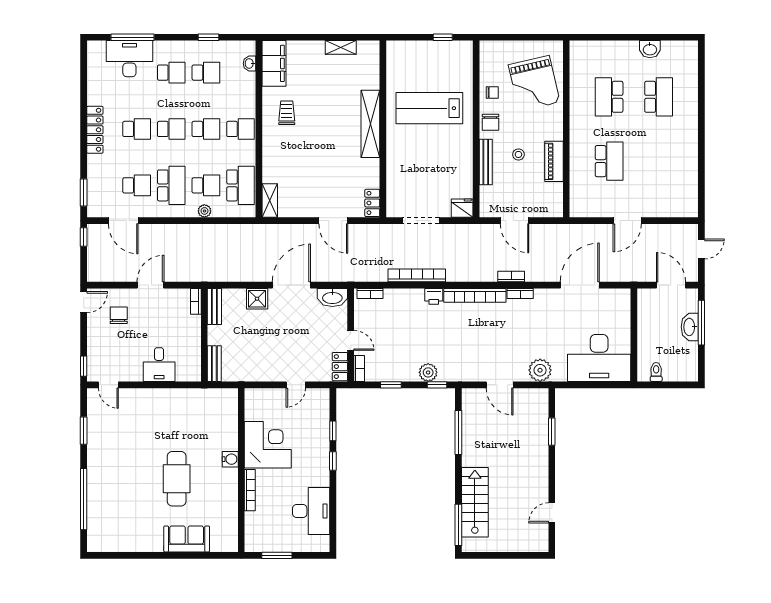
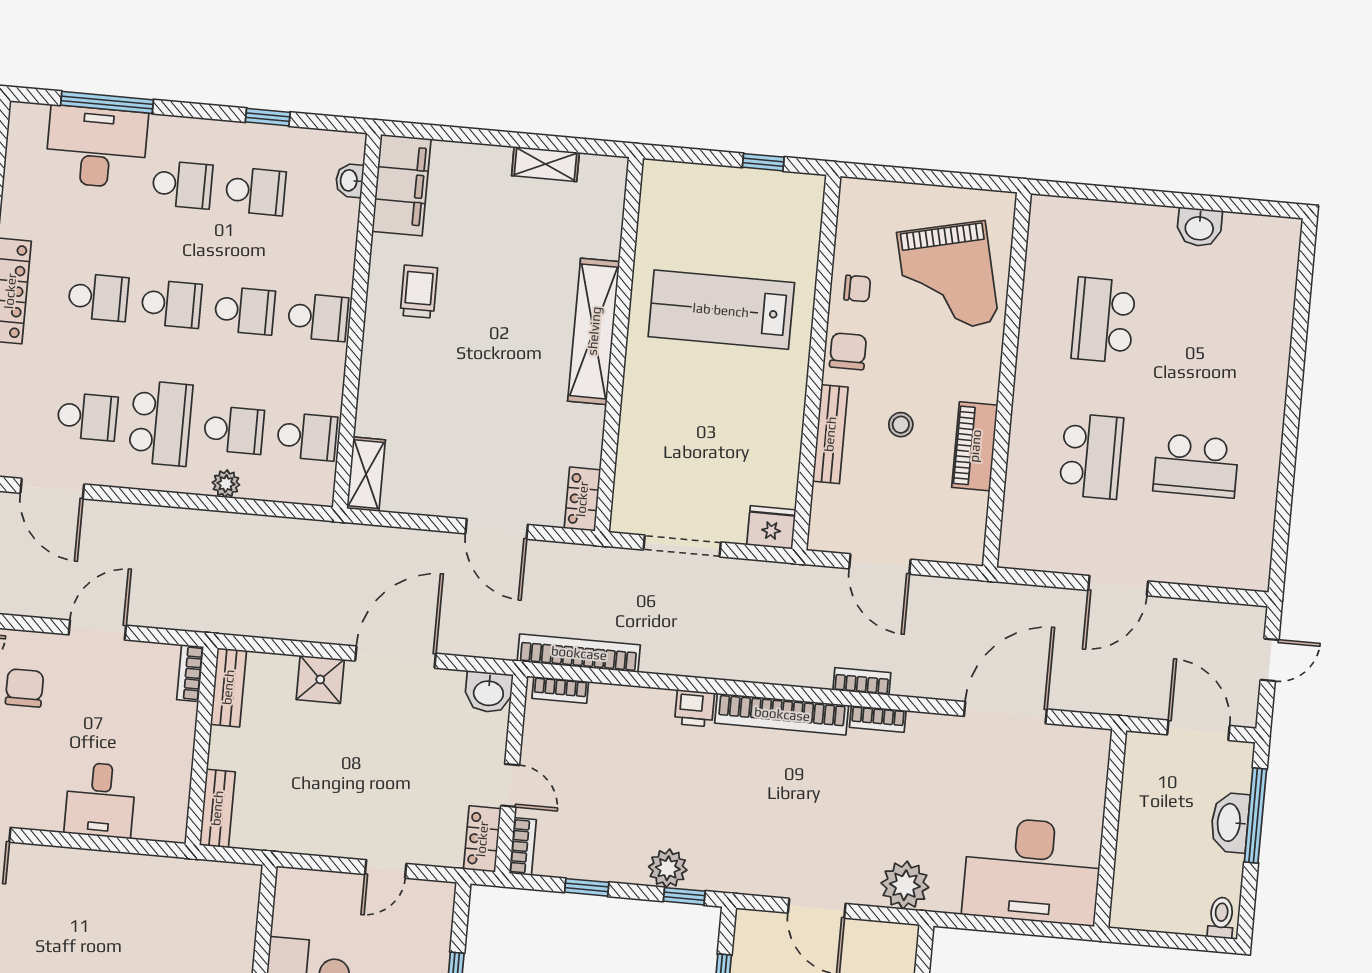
school desk: (659, 97) -> (1196, 466), moved, turned 90
chair: (491, 122) -> (848, 351), turned 180
school desk: (241, 185) -> (307, 437), width x0.54
bookcase: (417, 275) -> (579, 653), moved
washbasin: (332, 297) -> (489, 692), width x0.72
toilet: (656, 372) -> (1221, 918), moved

